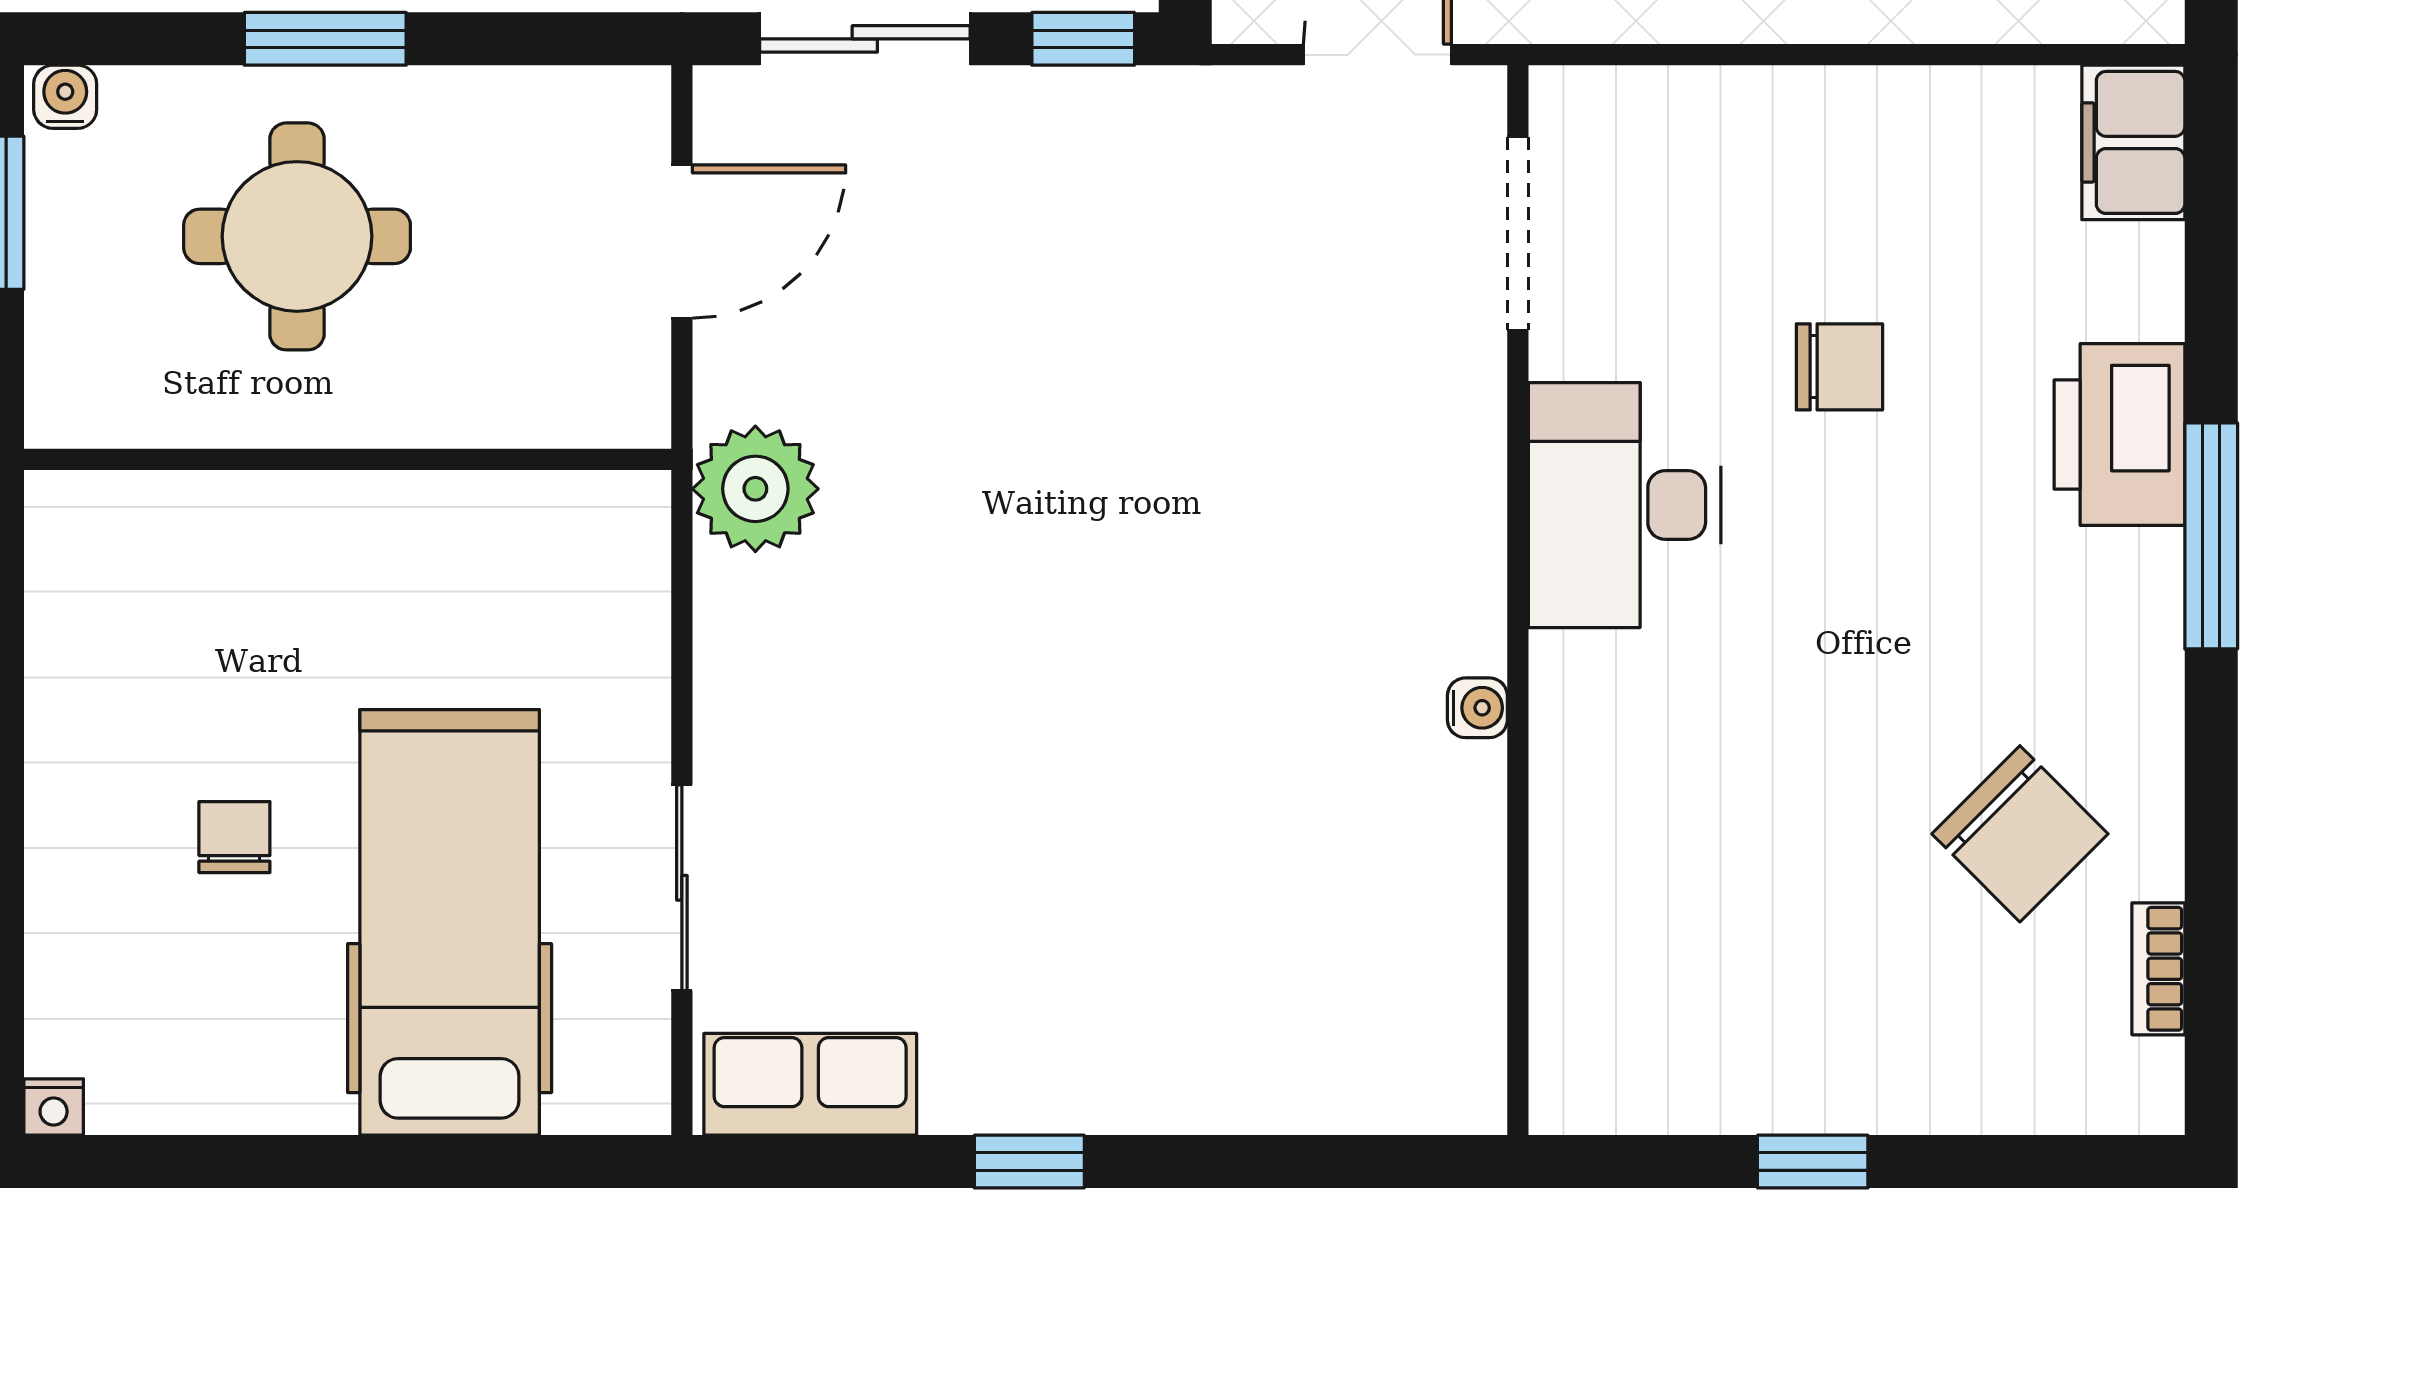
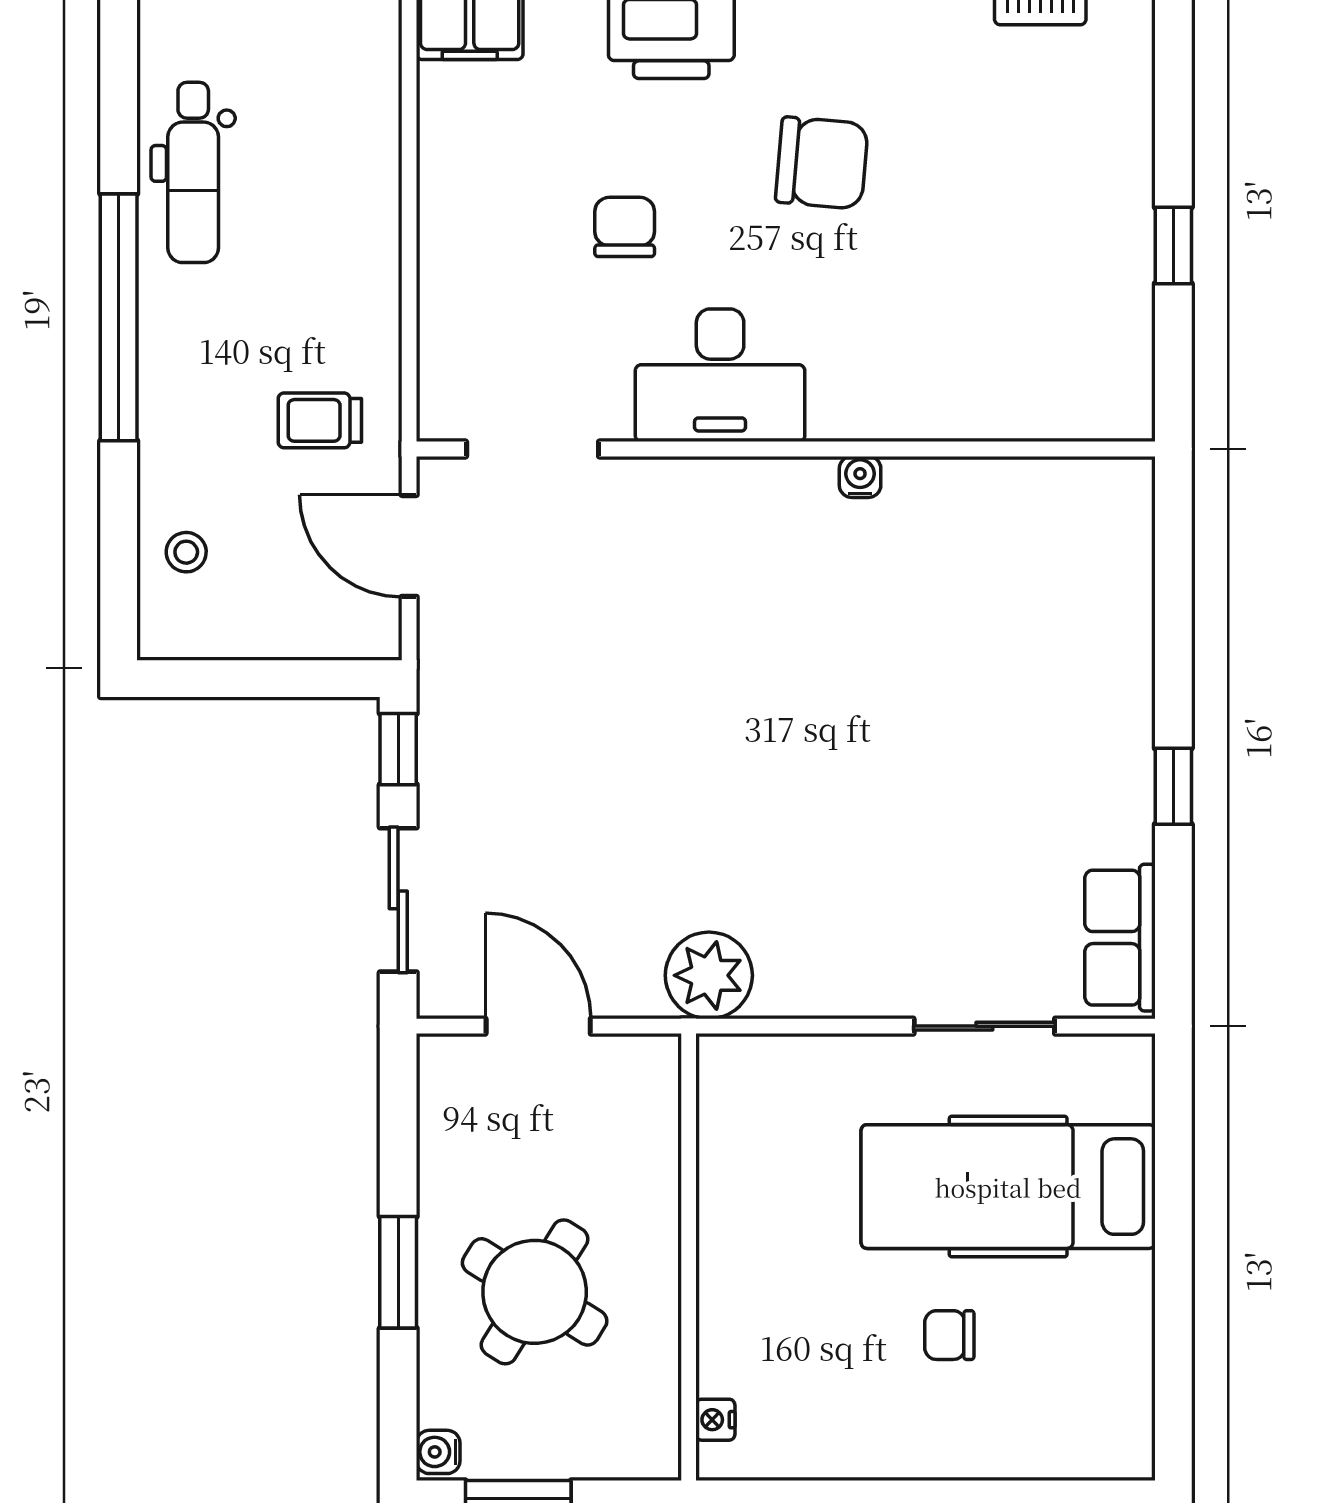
round table: (297, 236) -> (535, 1292), turned 32
chair: (2020, 834) -> (822, 163), moved, turned 50
nightstand: (54, 1107) -> (715, 1420), moved, turned 180

